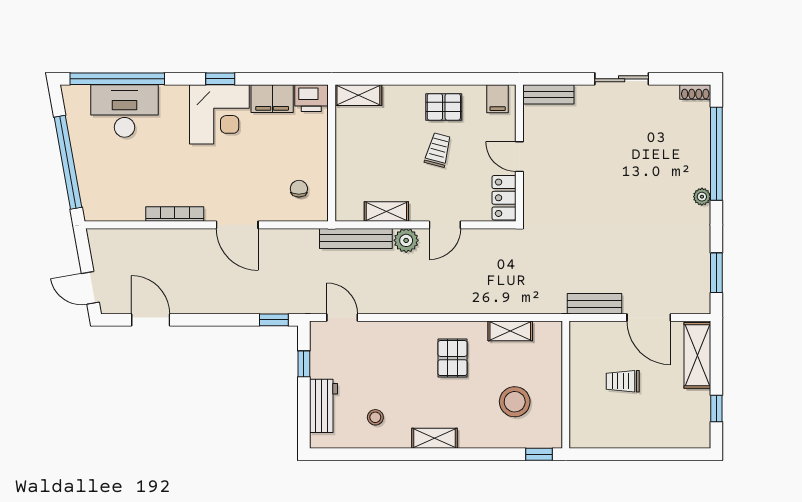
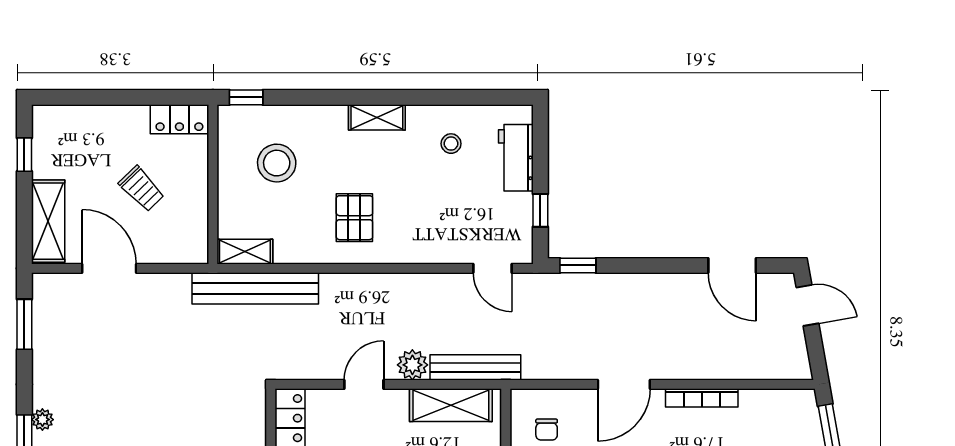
shelving: (386, 211) -> (451, 405), width x1.50, depth x1.33
door: (237, 225) -> (624, 384), swing flipped
bench: (594, 304) -> (255, 288), moved, width x1.86, depth x1.21
shelving: (510, 331) -> (245, 252), moved
trolley: (623, 381) -> (141, 189), turned 46
locker: (592, 437) -> (179, 119), added

